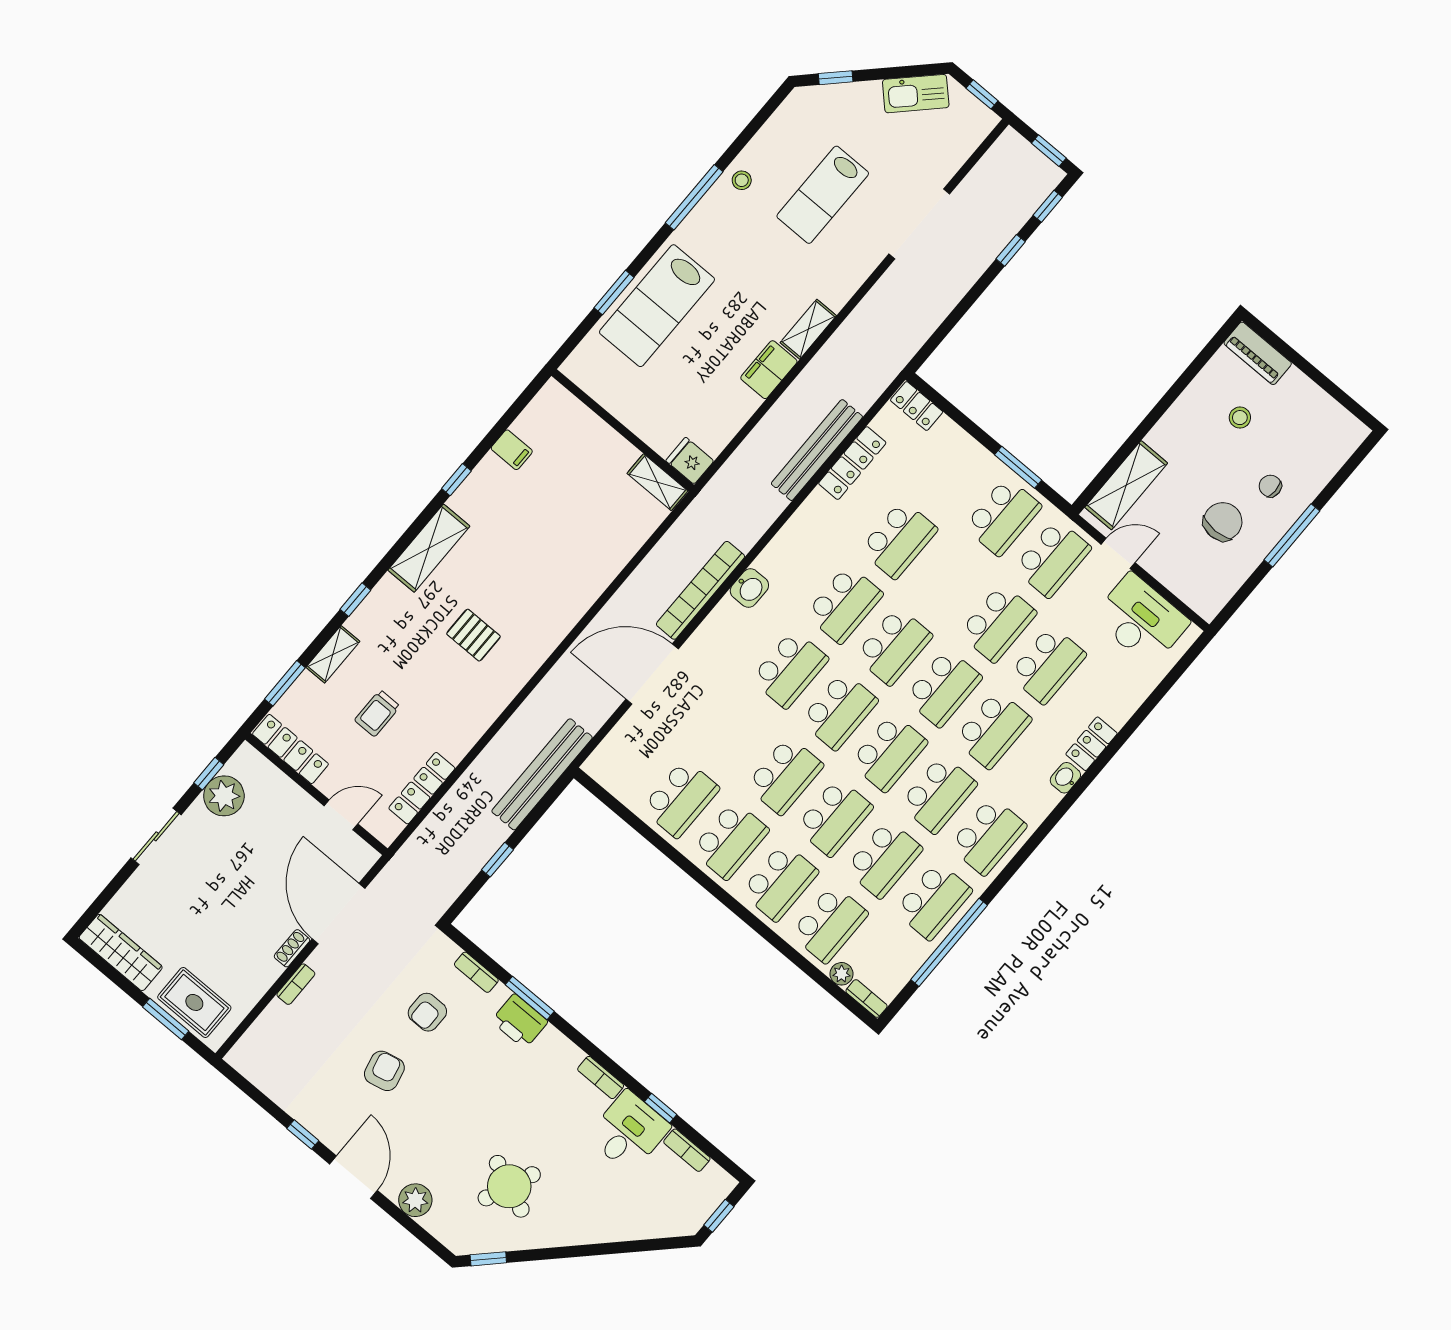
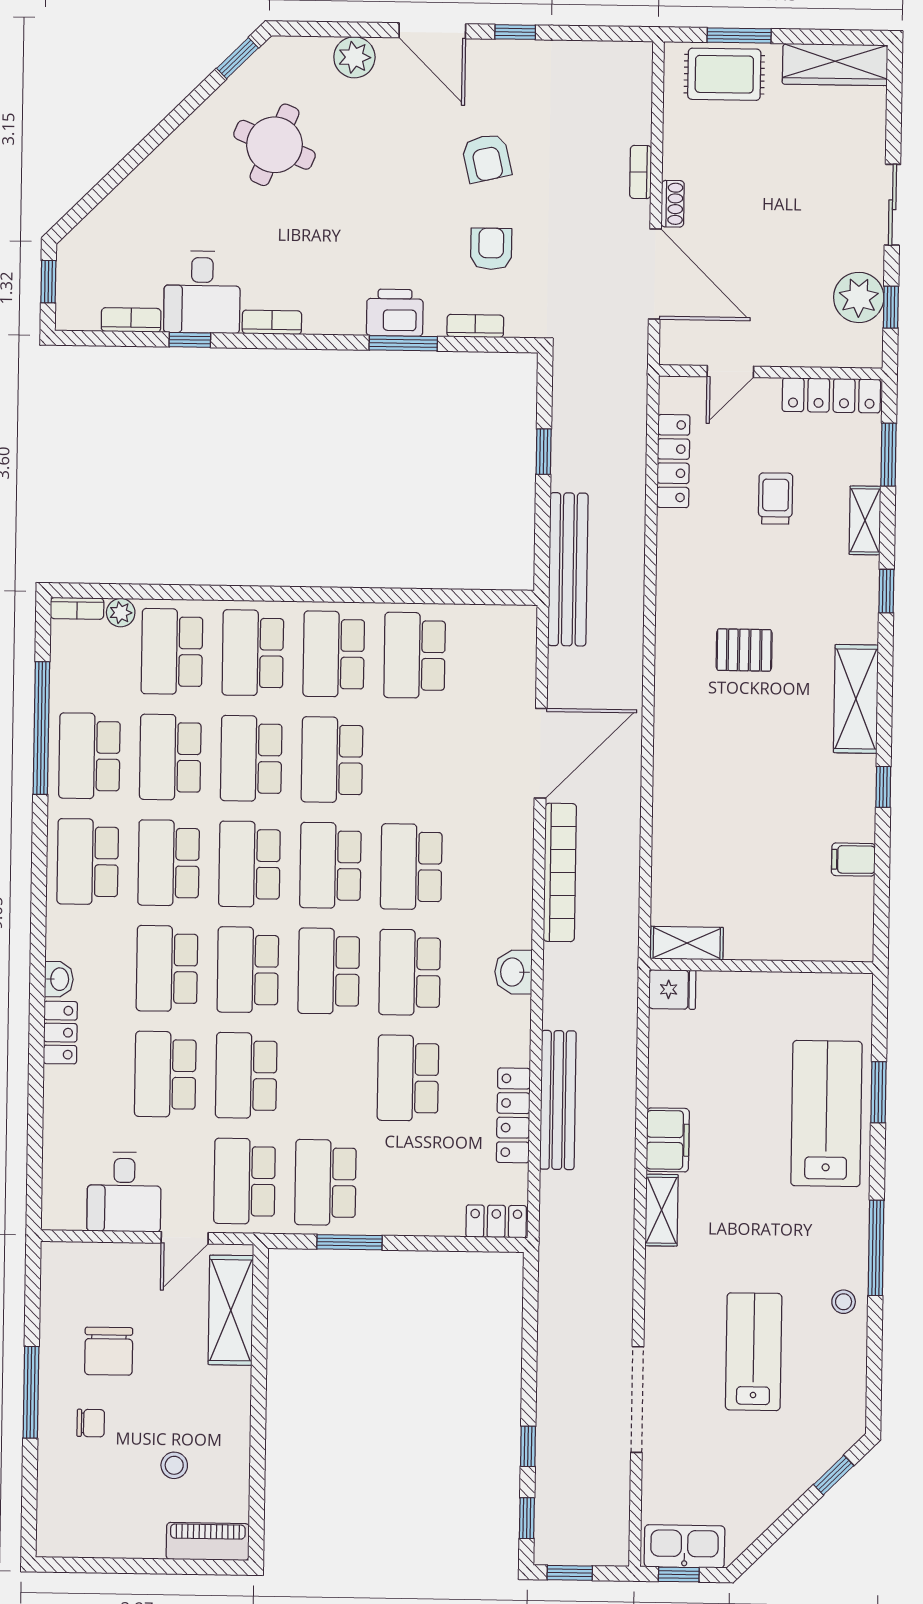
kitchen sink: (916, 94) -> (684, 1546), moved, turned 45
washbasin: (749, 588) -> (513, 972), moved
desk: (1141, 620) -> (124, 1192), width x0.73

